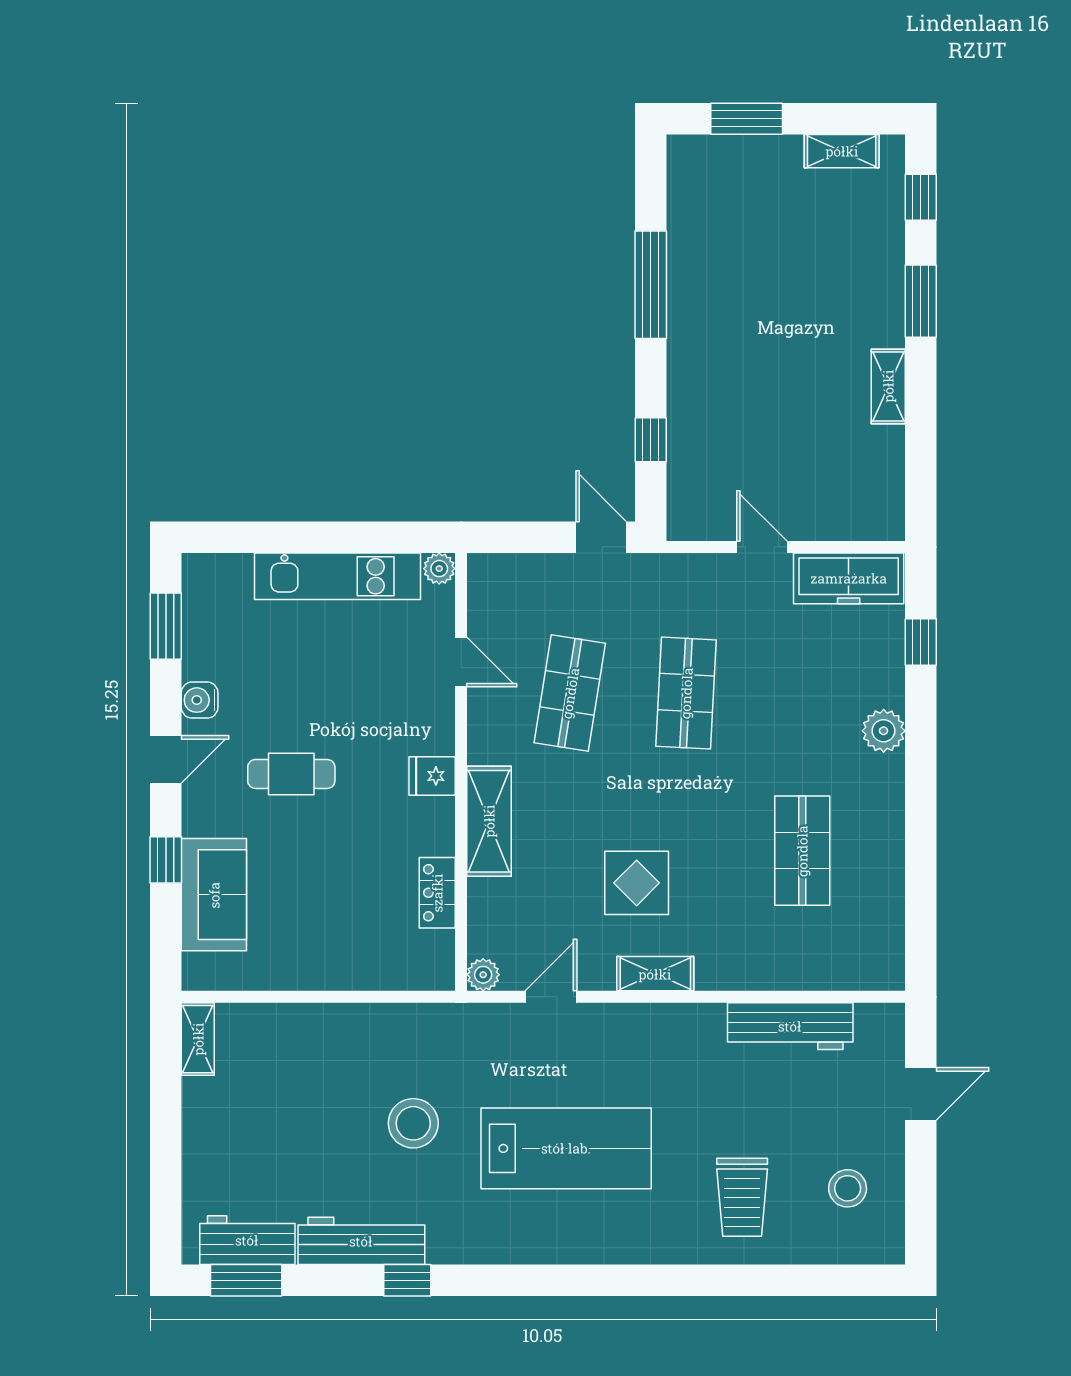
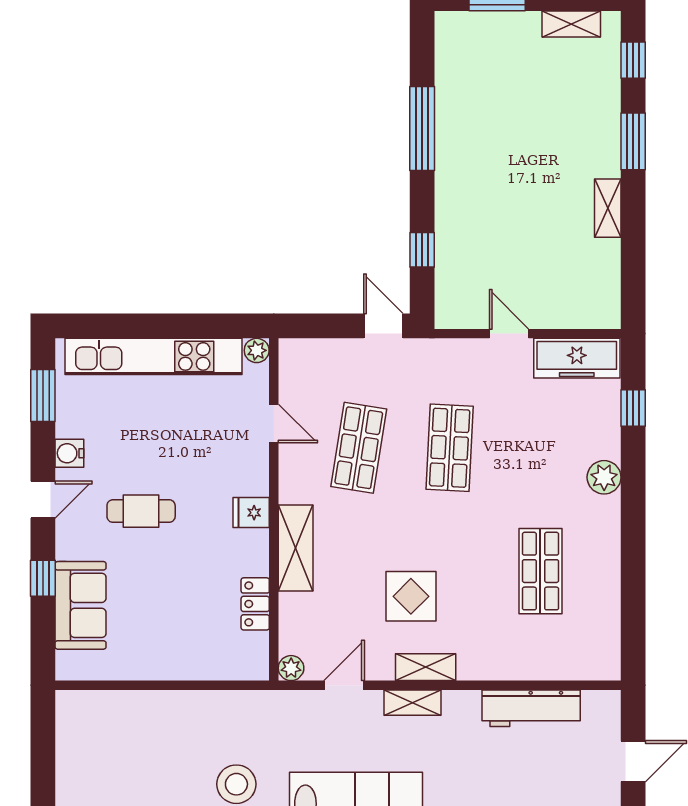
kitchen unit: (337, 576) -> (154, 356), width x1.36
shelving: (198, 1039) -> (413, 703), moved, turned 90

